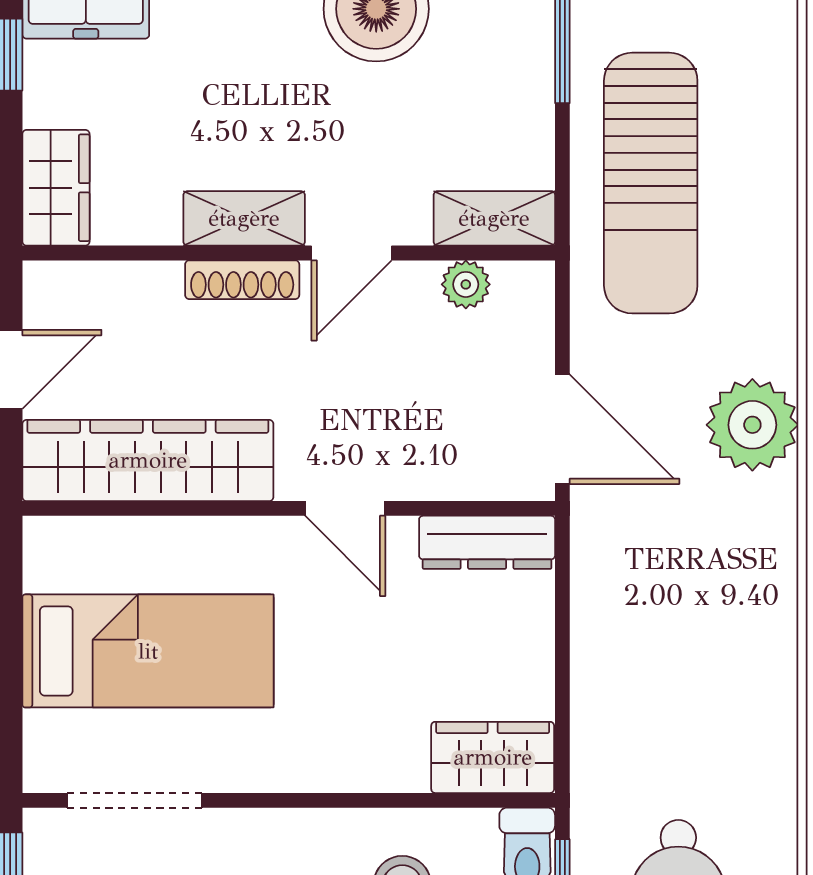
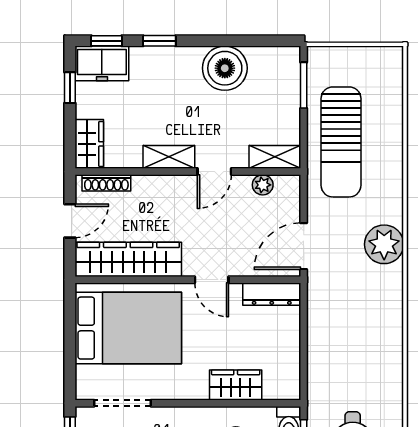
shoe rack: (242, 280) -> (106, 183), moved
door: (562, 429) -> (304, 246), swing flipped
bed: (148, 651) -> (128, 328), width x1.50
wardrobe: (493, 757) -> (236, 385), moved

